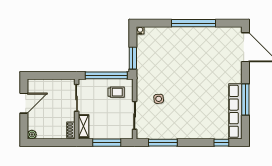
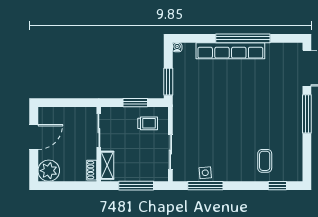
window: (106, 75) -> (135, 103), width x0.47
side table: (159, 99) -> (205, 173), moved
window: (245, 99) -> (307, 114), moved
row of seats: (235, 111) -> (230, 51), moved, turned -90
coffee table: (211, 122) -> (265, 161), added
plant: (32, 134) -> (49, 171), width x1.88, depth x1.88

